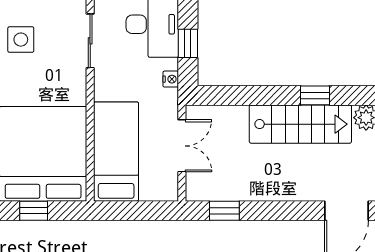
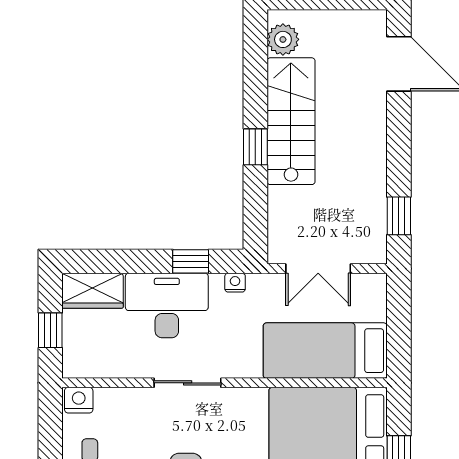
window: (315, 95) -> (255, 147), moved
double door: (182, 146) -> (318, 269), swing flipped

